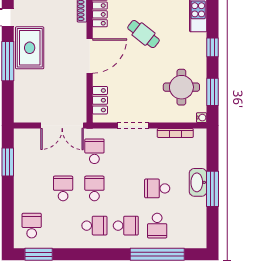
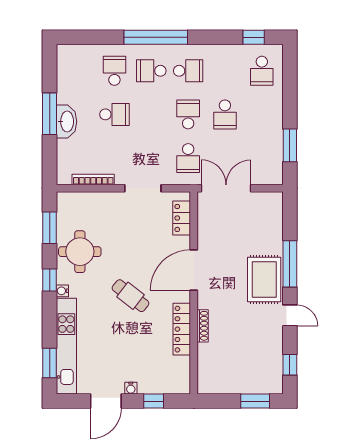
round table: (181, 87) -> (80, 252), moved
water cooler: (202, 118) -> (62, 291), moved
school desk: (94, 188) -> (188, 114), turned 180
school desk: (94, 226) -> (188, 71), turned 180
window: (39, 254) -> (254, 37), width x0.67
window: (157, 254) -> (156, 37), moved

